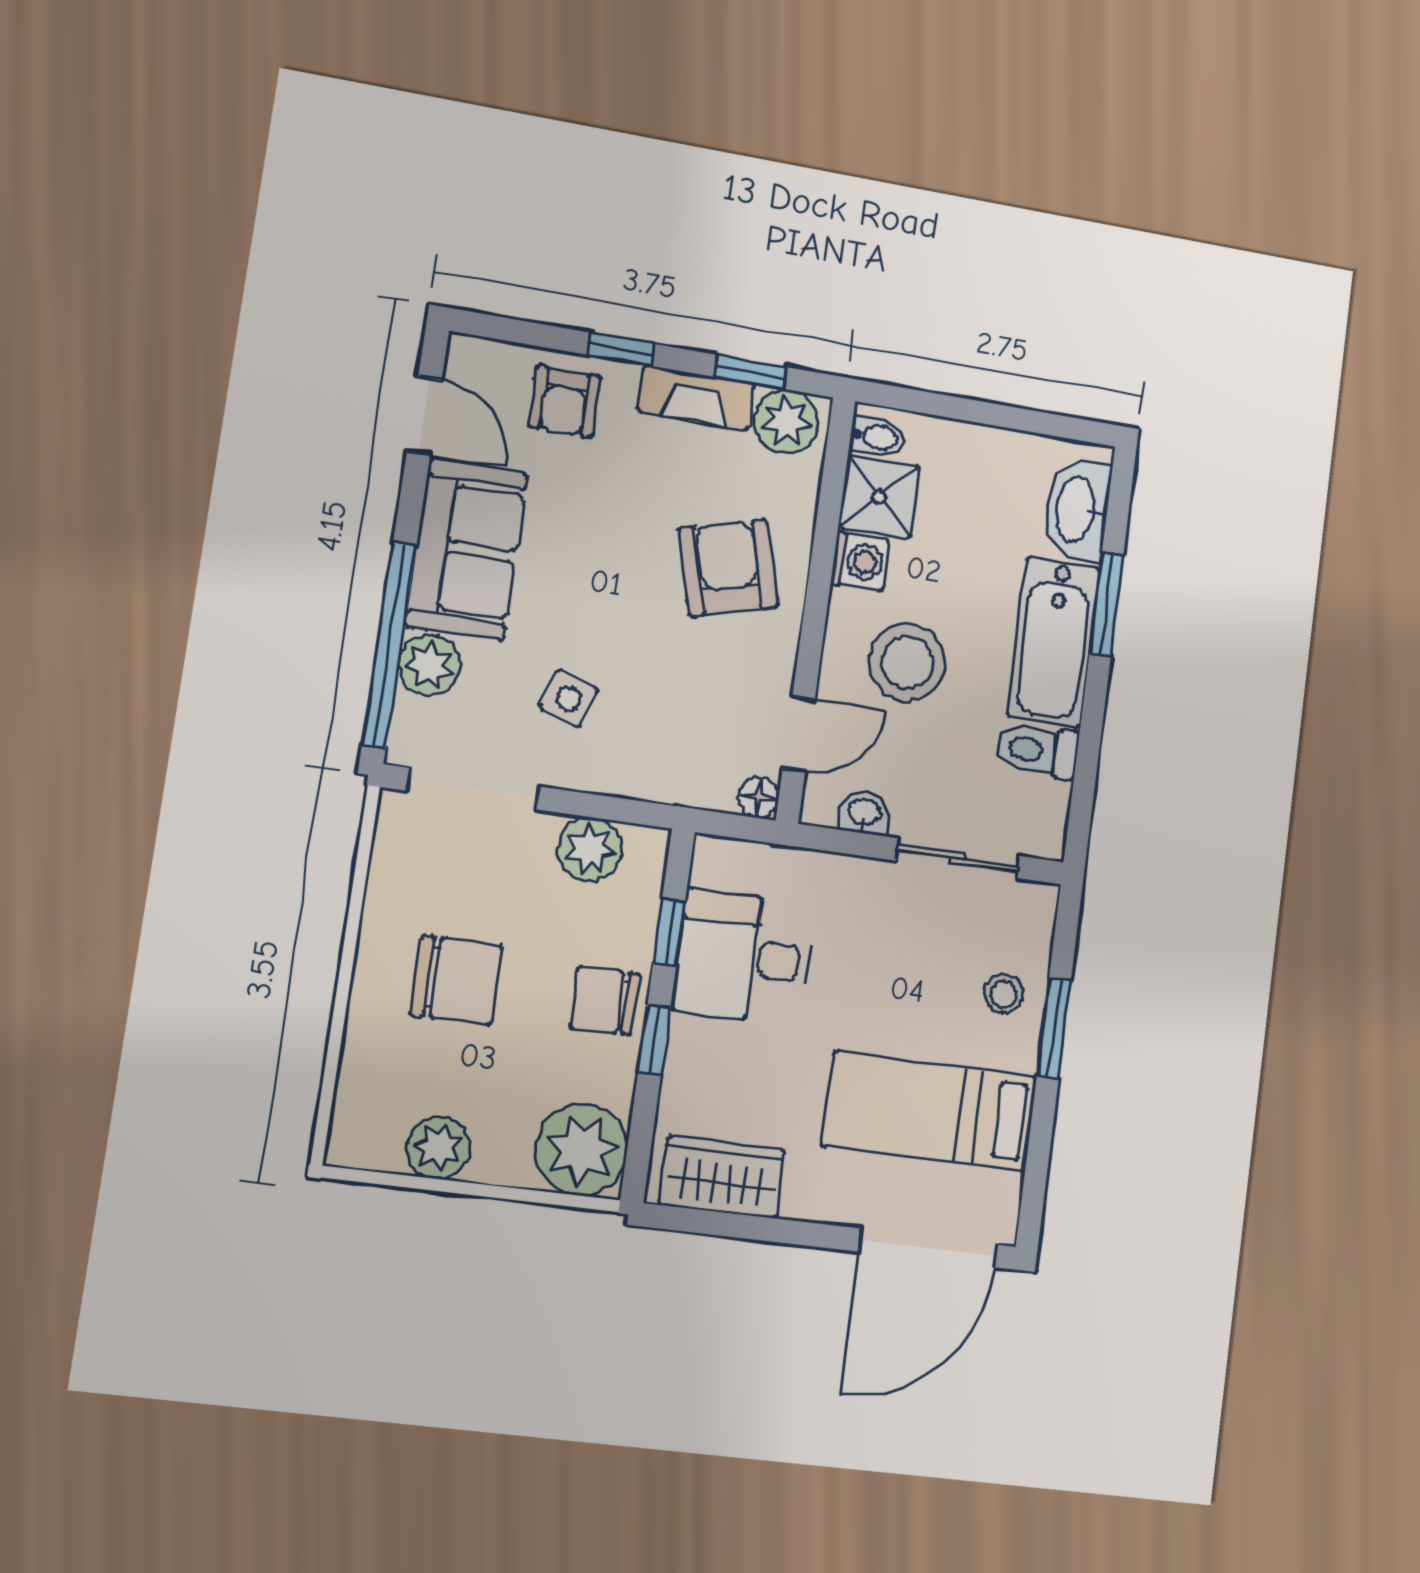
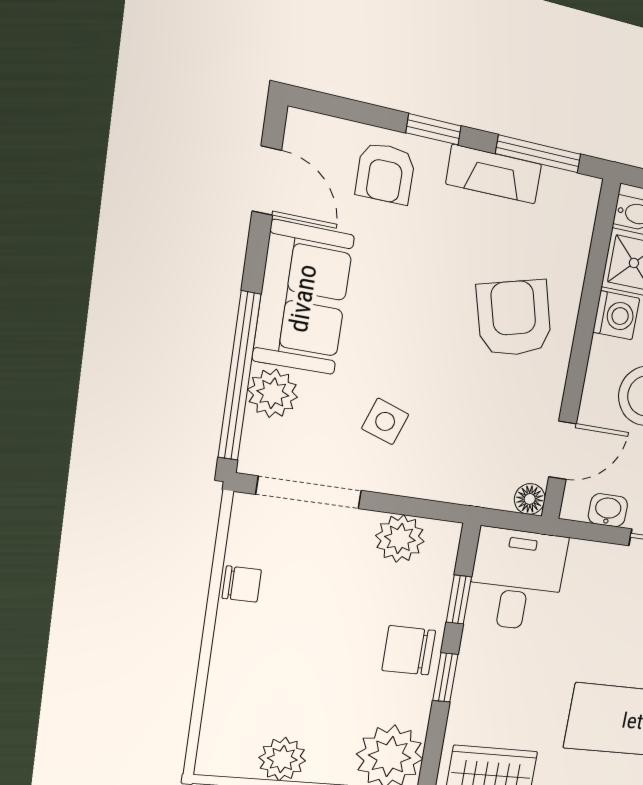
window: (750, 372) -> (538, 154), width x1.50
plant: (786, 421) -> (565, 198), removed
desk: (744, 957) -> (517, 580), moved, turned 90
chair: (457, 981) -> (242, 584), moved, width x0.54, depth x0.54

